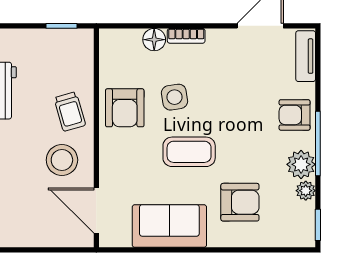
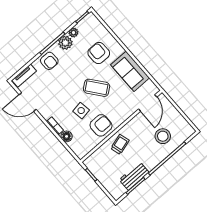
coffee table: (189, 152) -> (97, 88), turned -38
stool: (62, 160) -> (163, 136), moved

